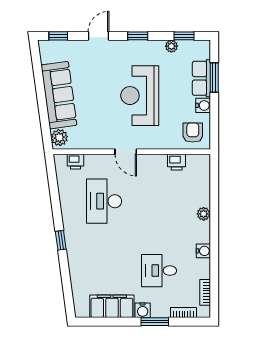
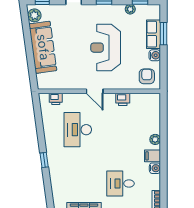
plant: (59, 138) -> (34, 15), moved
printer: (177, 162) -> (123, 99), moved
filing cabinet: (200, 235) -> (152, 156), added

